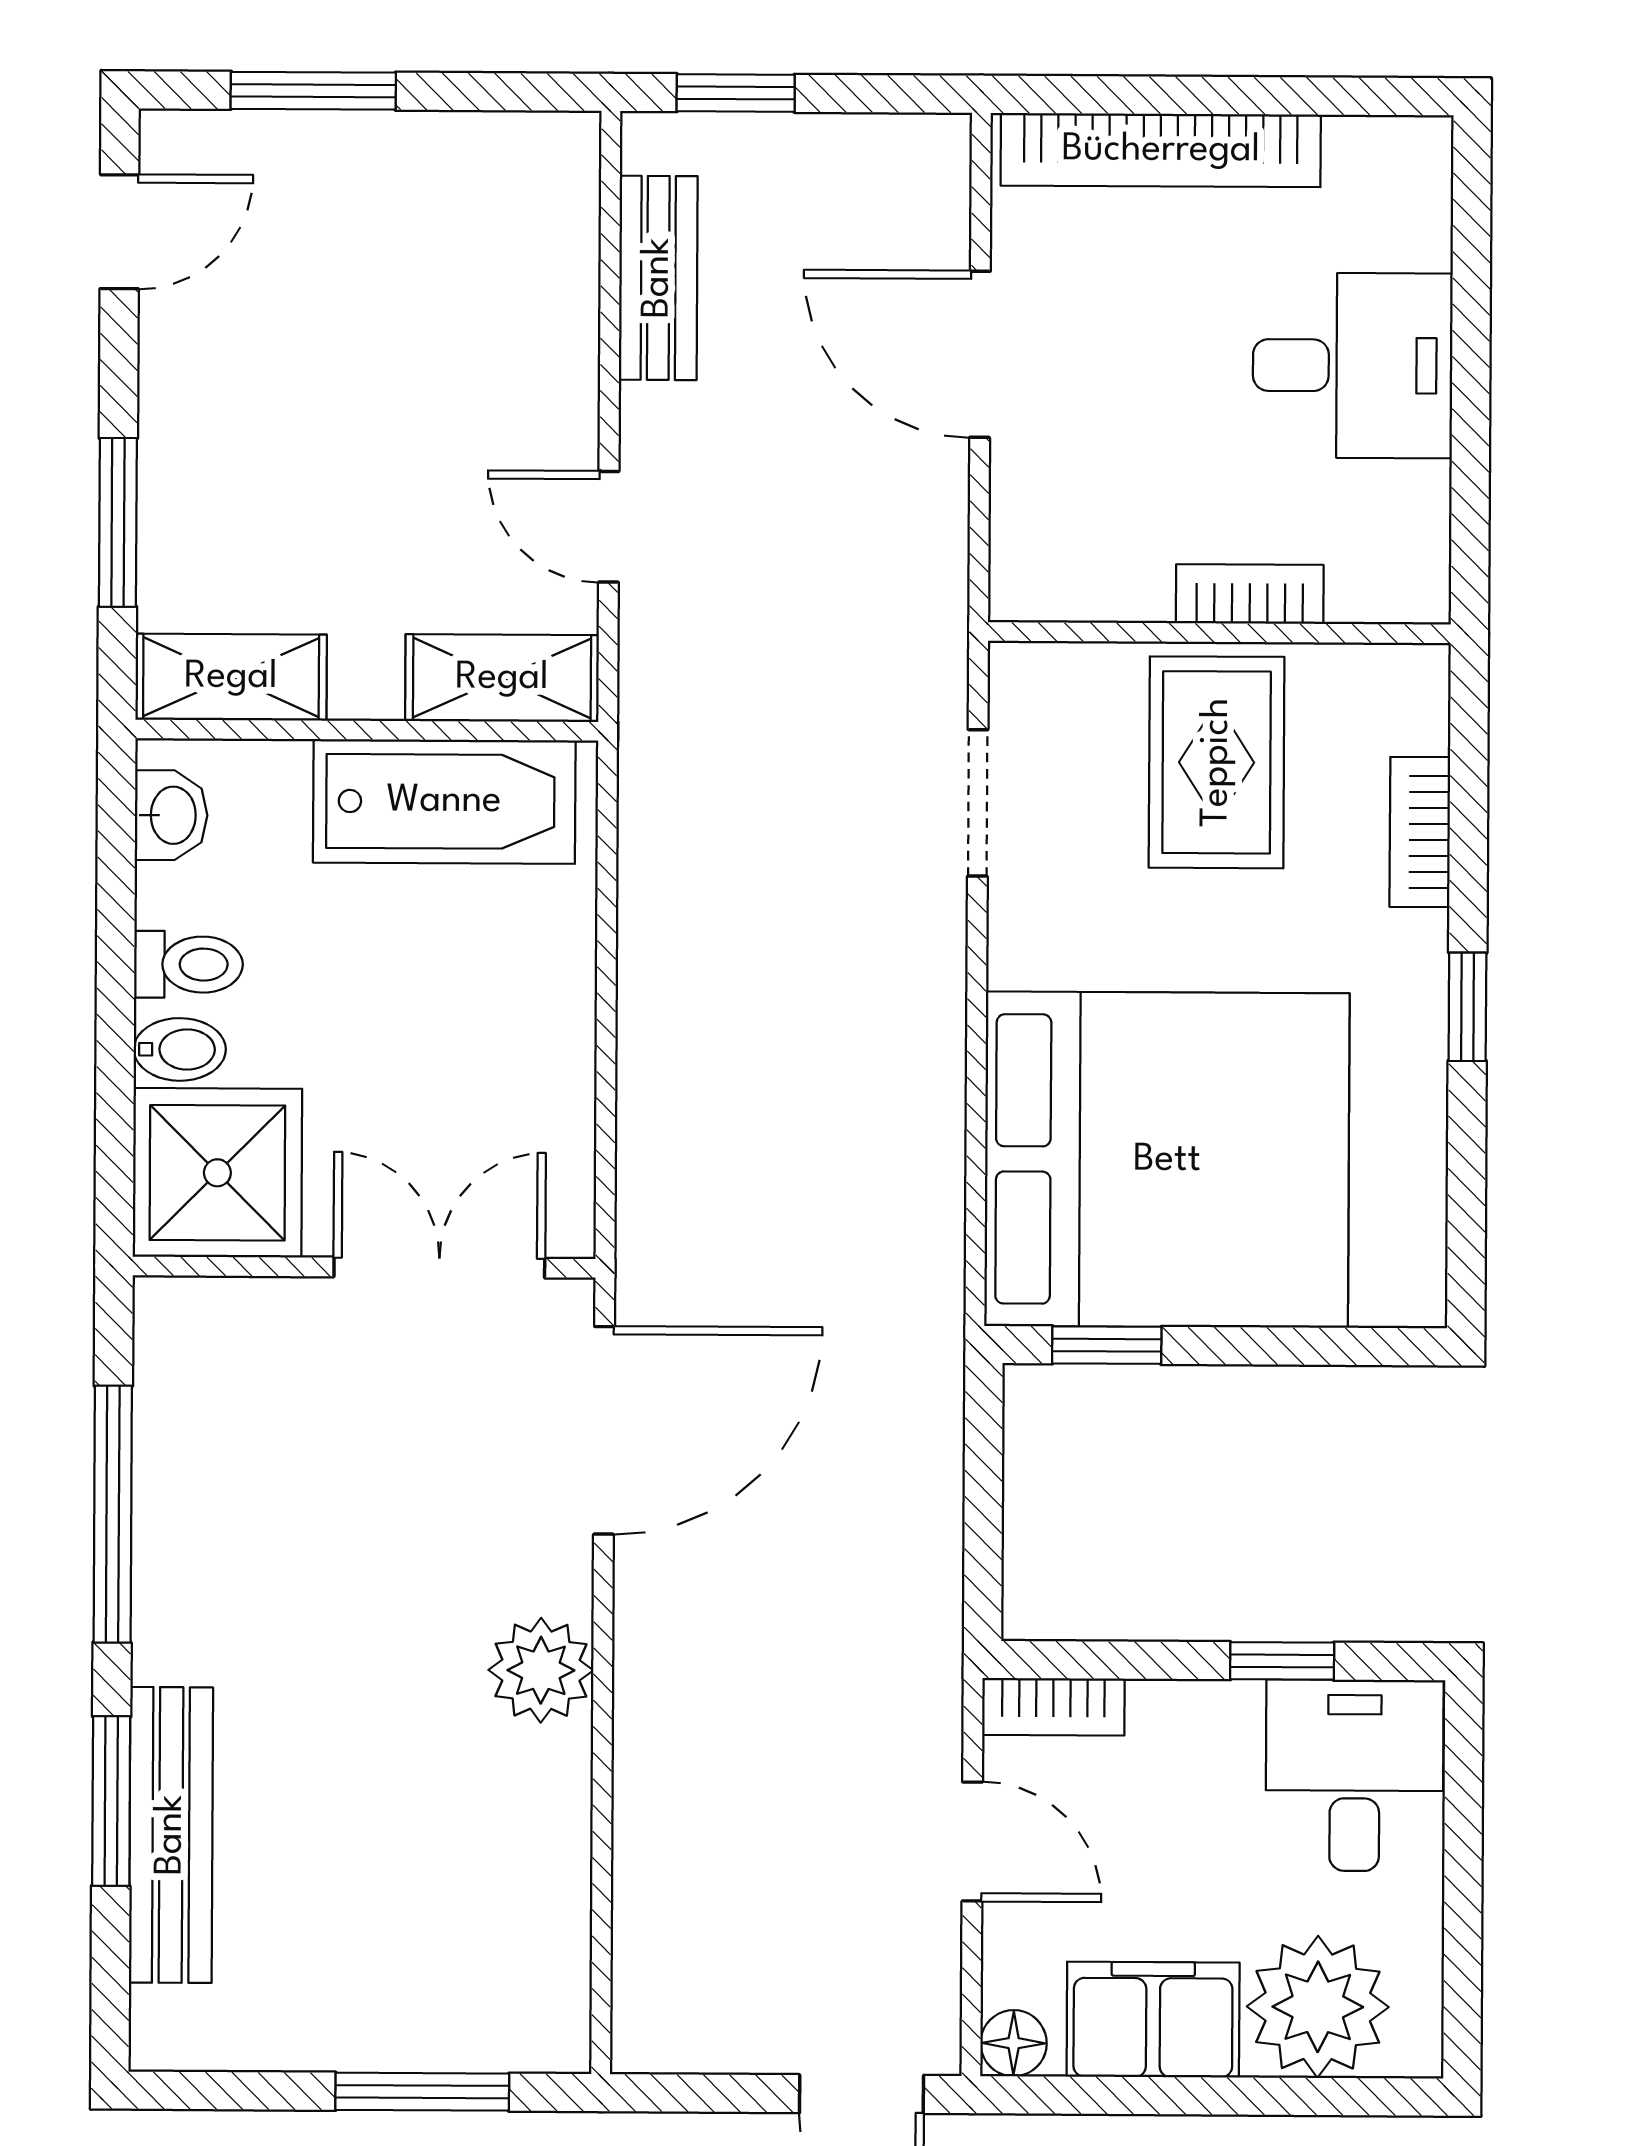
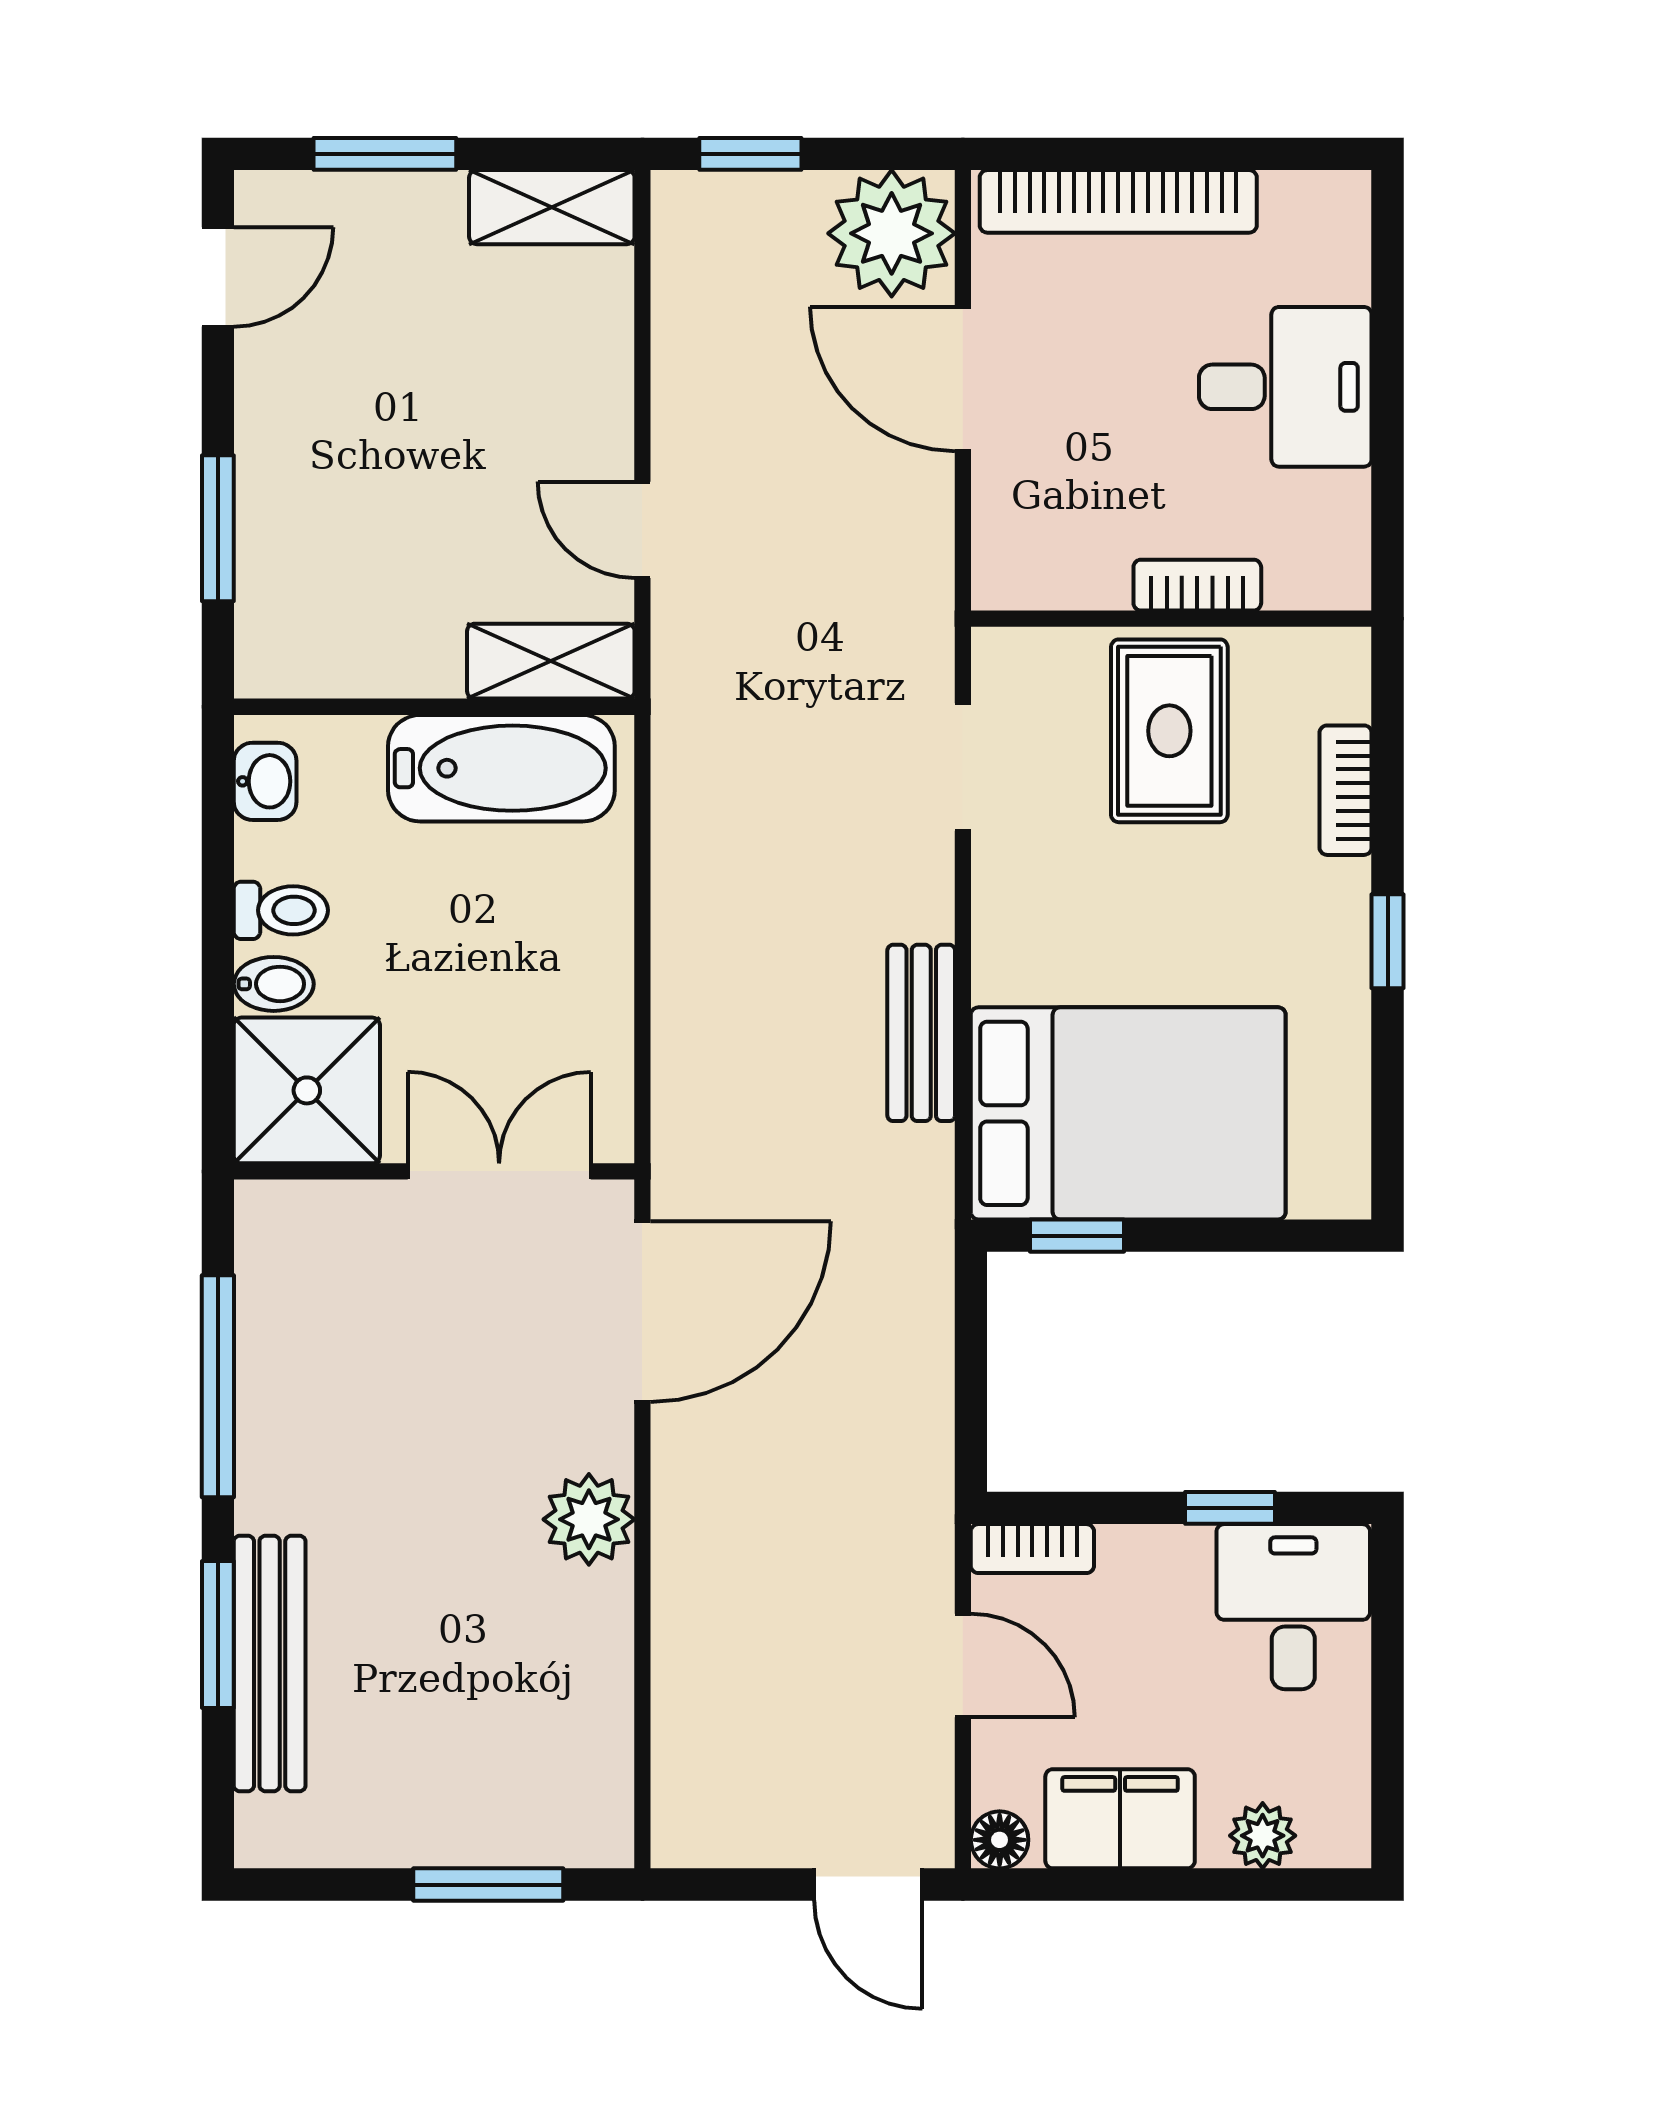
plant: (898, 186) -> (892, 233), added
bench: (658, 278) -> (921, 1033), moved
shelving: (231, 677) -> (552, 207), moved
bed: (1167, 1160) -> (1128, 1113), width x0.73
plant: (1318, 2007) -> (1263, 1836), width x0.53, depth x0.53

